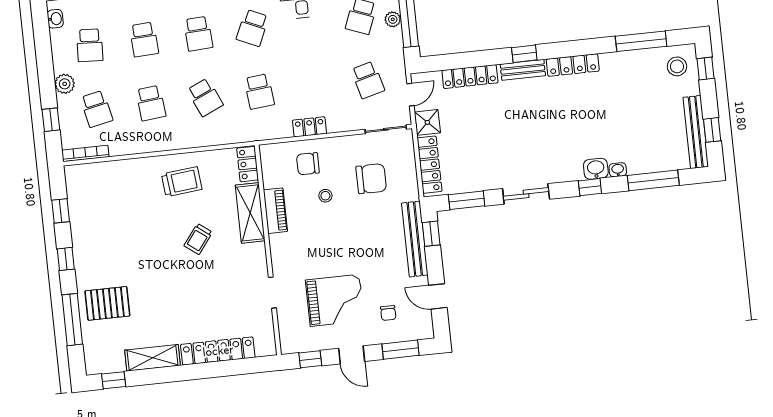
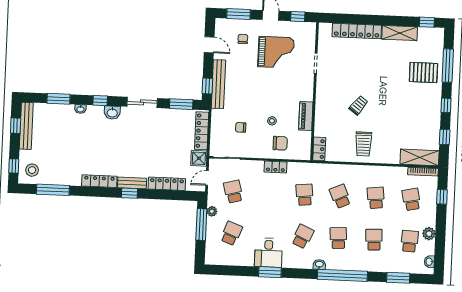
plant: (393, 19) -> (212, 211), moved
plant: (65, 84) -> (429, 234), moved
washbasin: (596, 169) -> (112, 113), moved
chair: (371, 179) -> (241, 127), width x0.54, depth x0.54
window: (653, 180) -> (58, 99), width x0.69
trolley: (182, 182) -> (364, 144), turned -84
shelving: (250, 213) -> (420, 157), moved, turned 90
grand piano: (335, 300) -> (276, 52), turned 180

